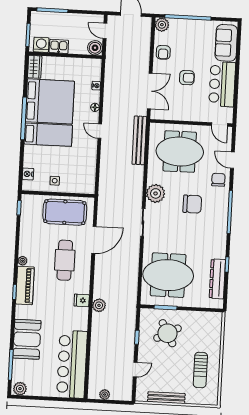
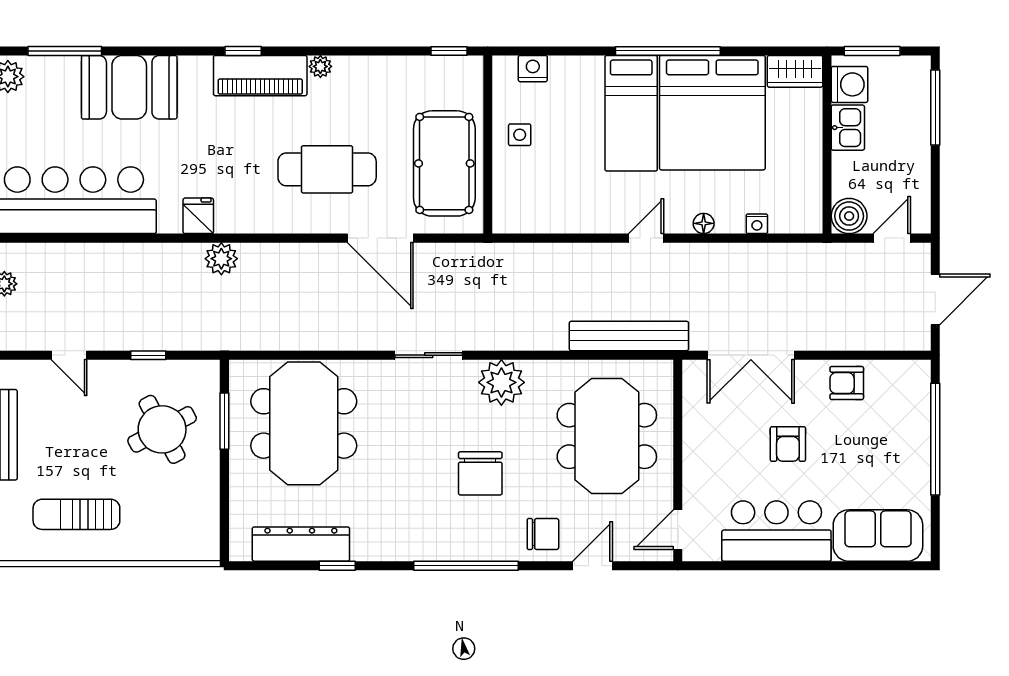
plant: (162, 25) -> (914, 376), removed
fridge: (82, 300) -> (198, 216), moved

